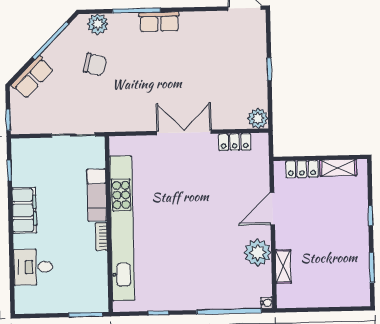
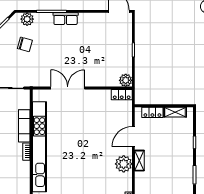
double door: (184, 132) -> (68, 88), moved
locker: (235, 142) -> (122, 95), moved
shelving: (283, 267) -> (139, 161), moved

